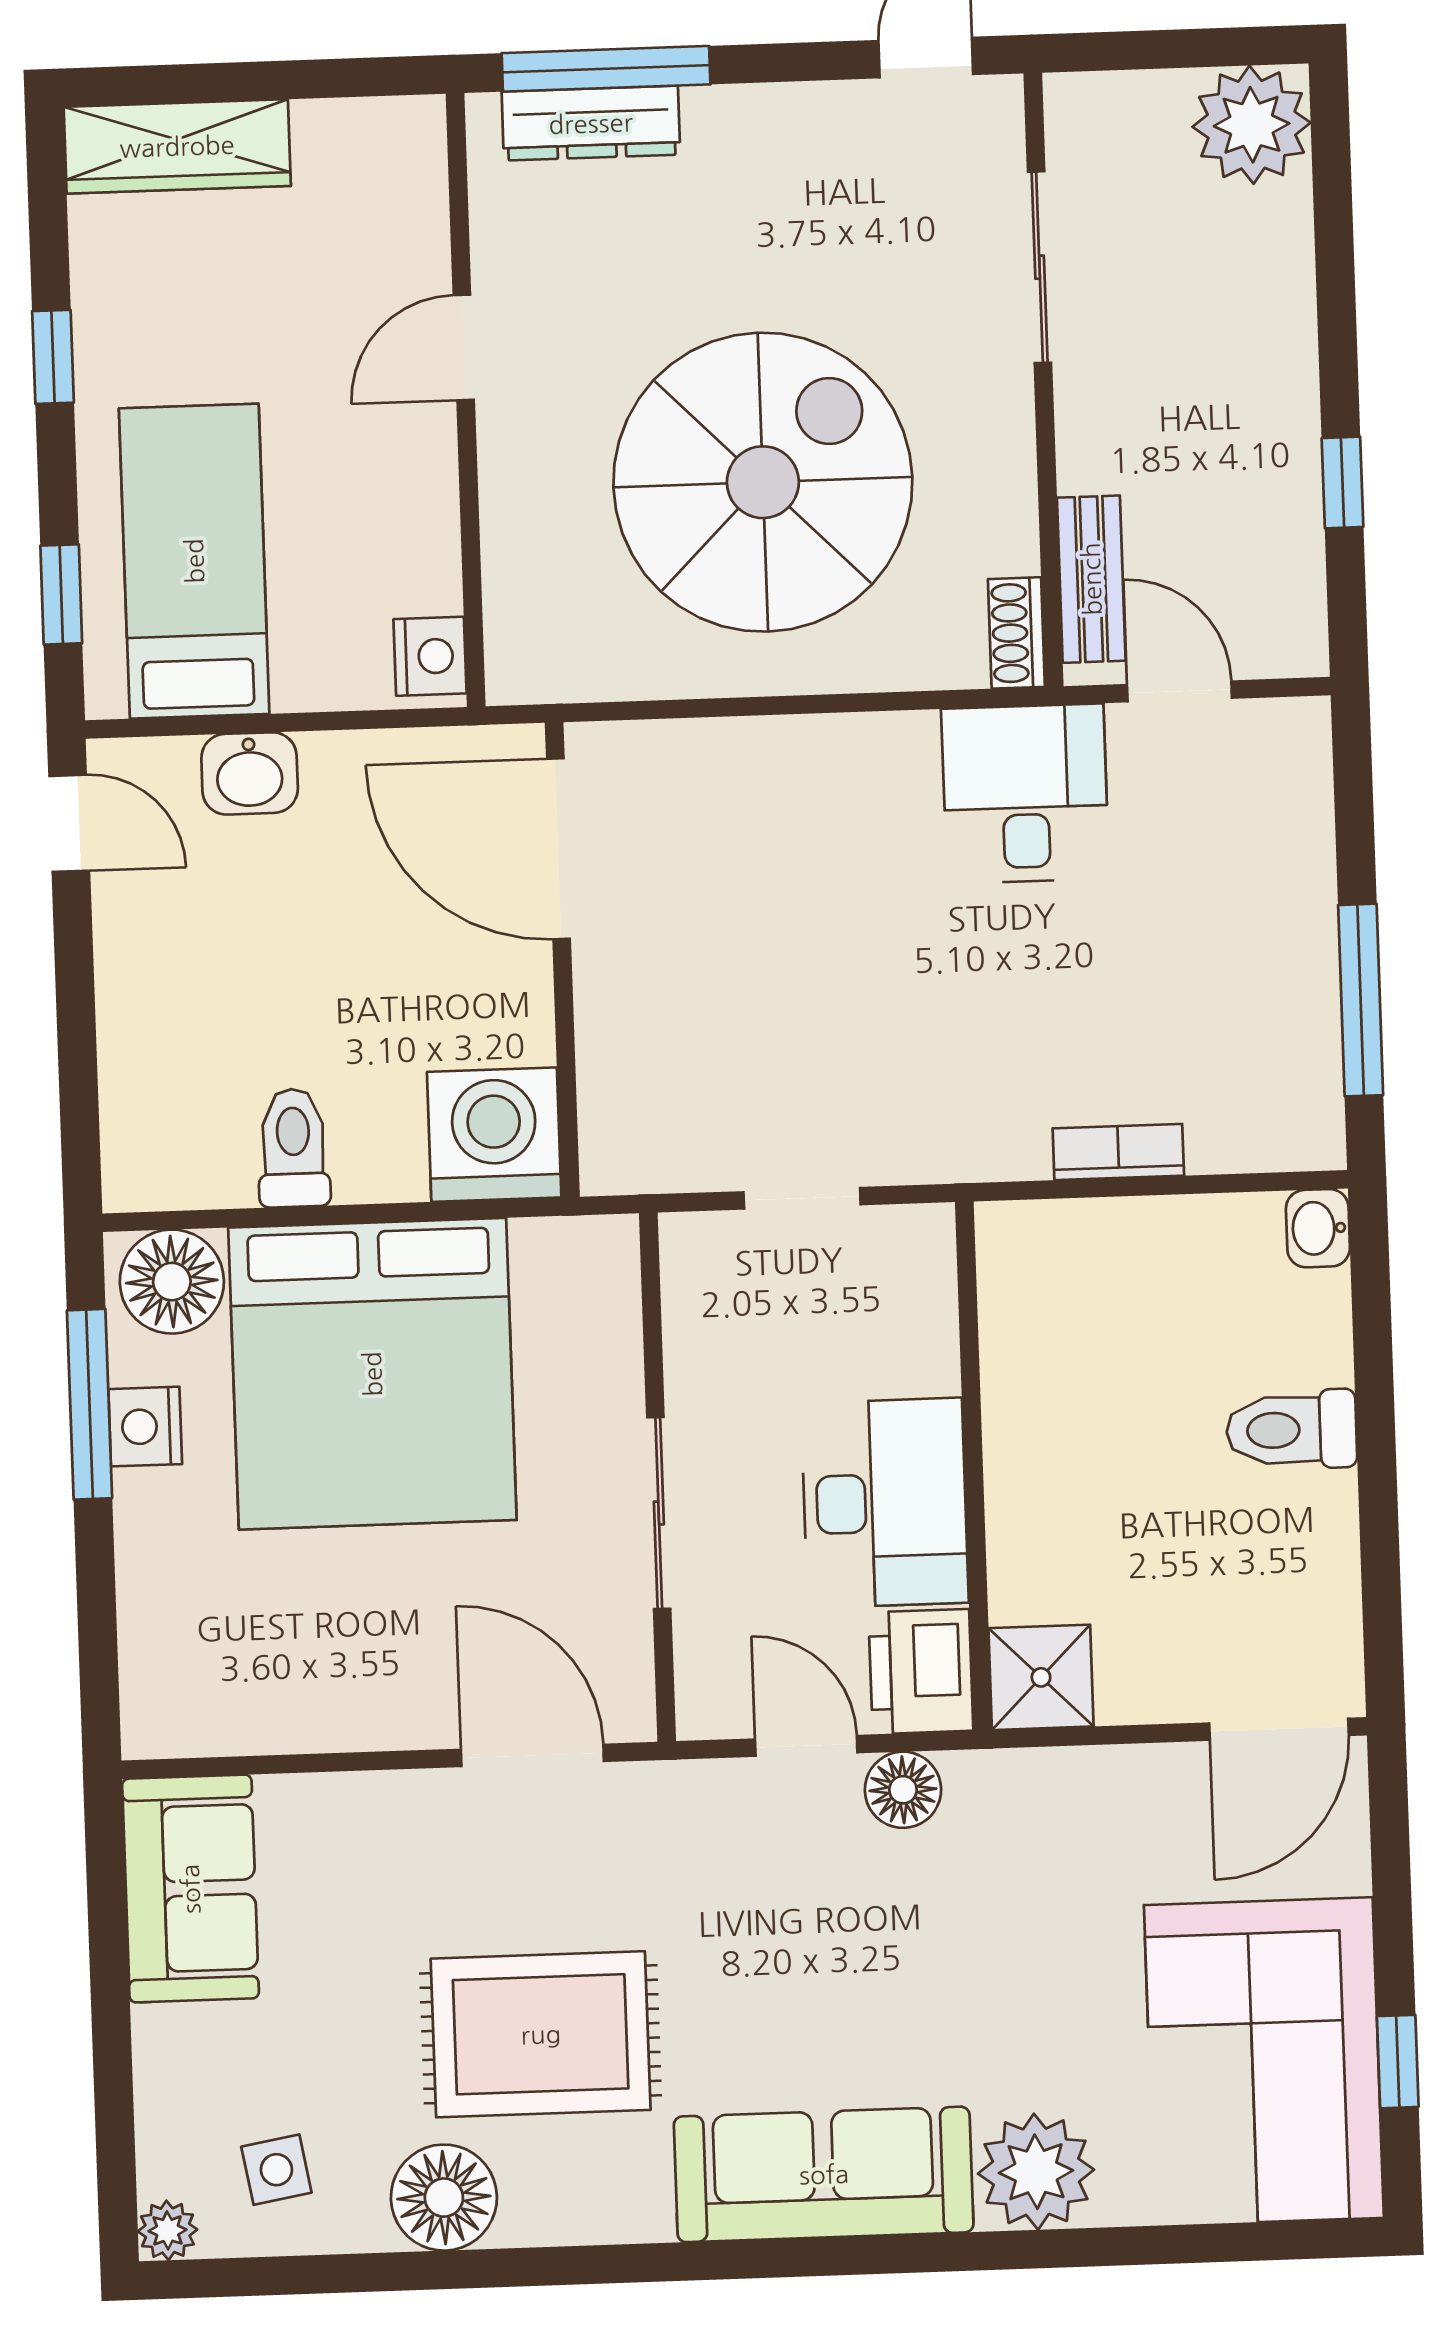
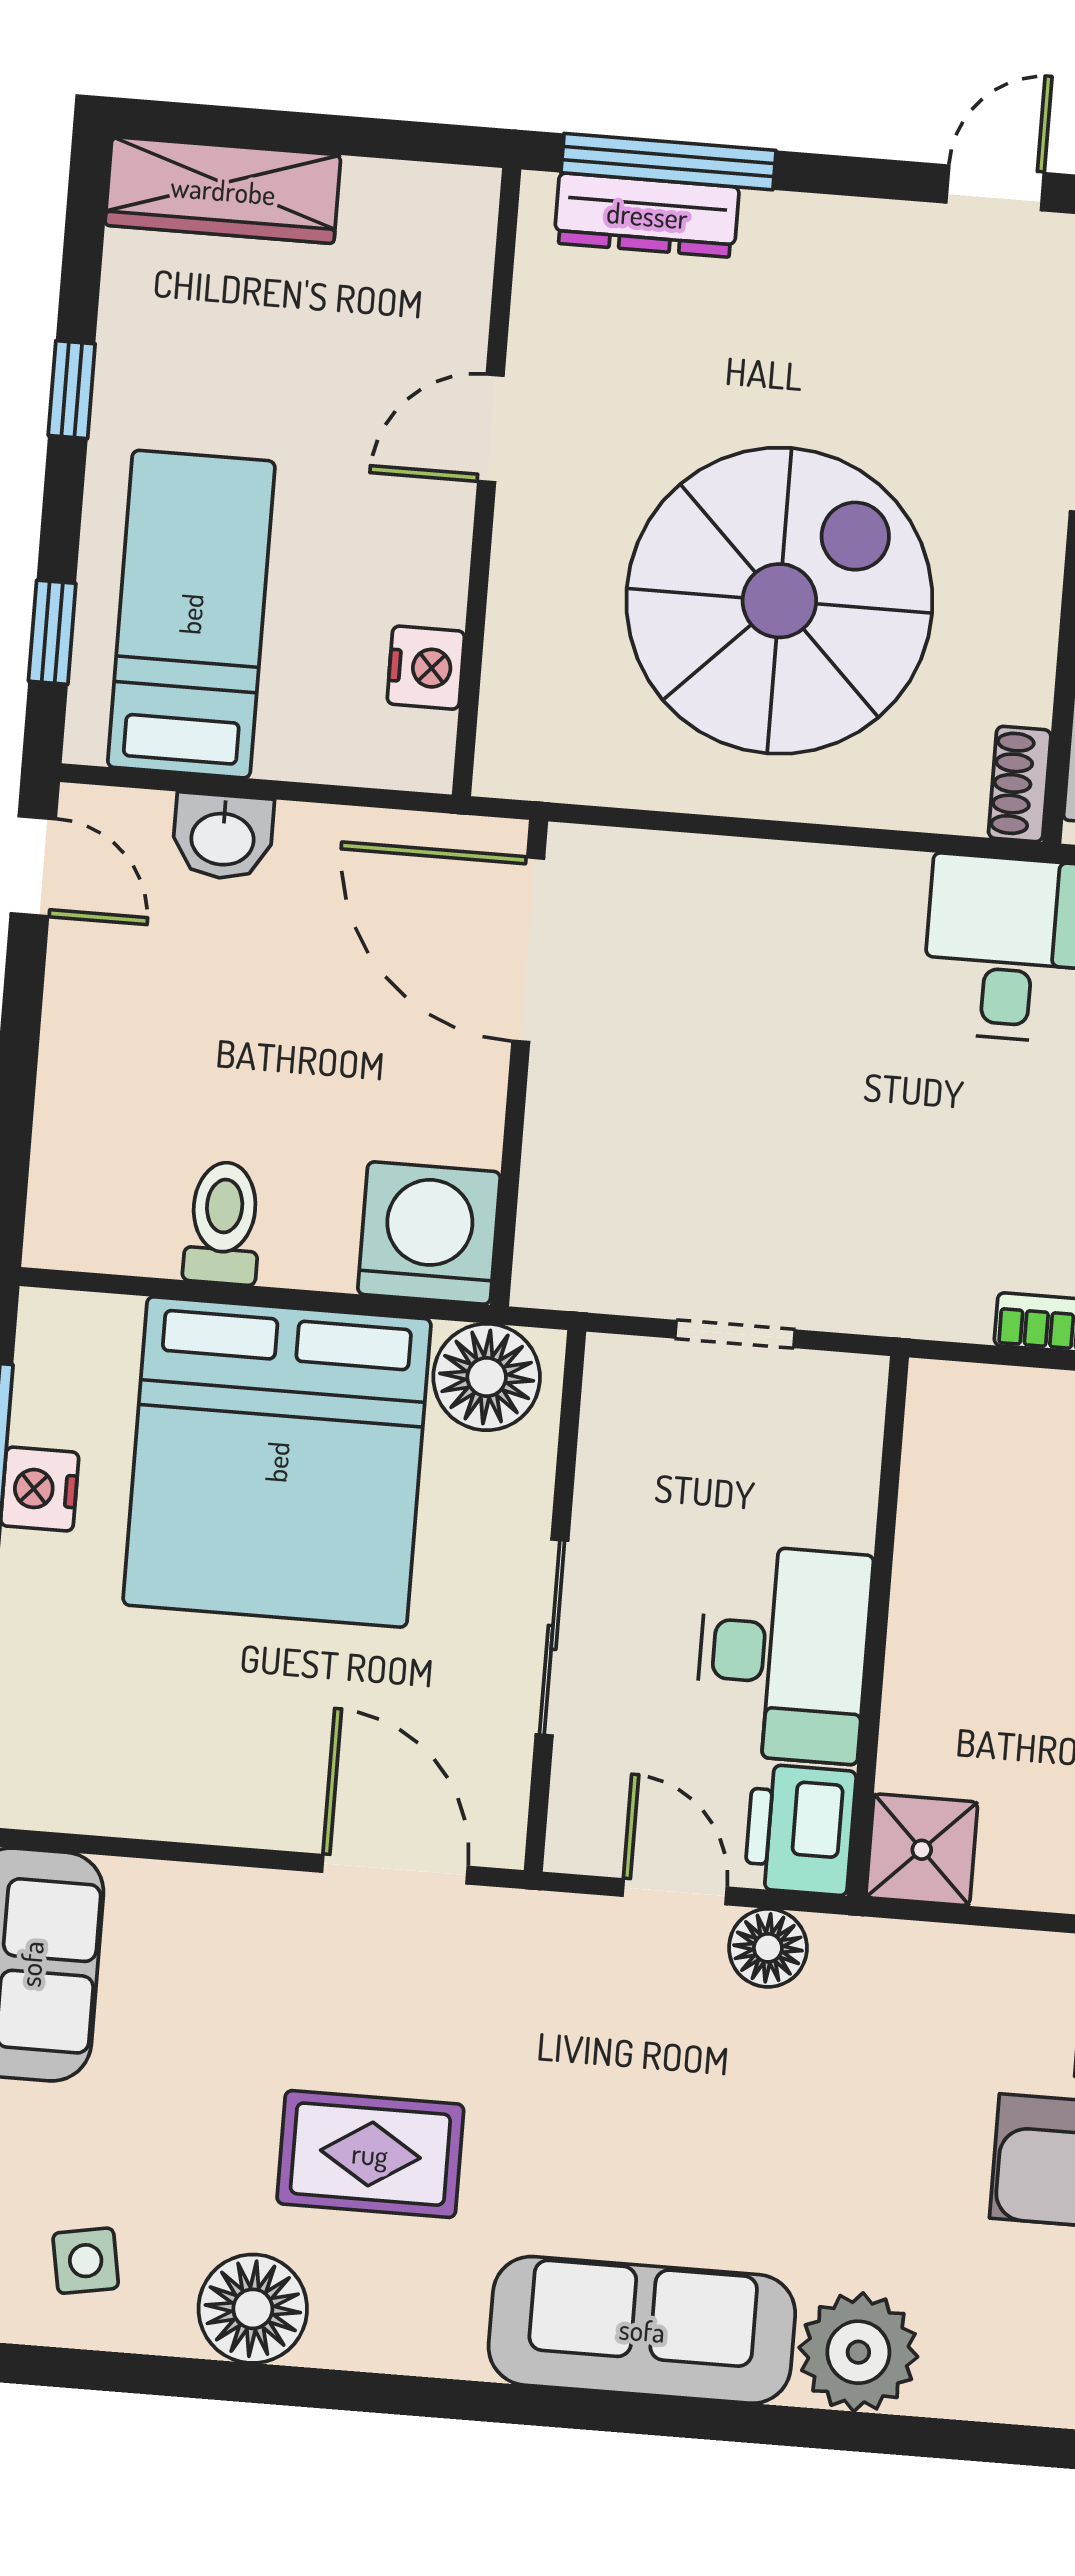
nightstand: (430, 656) -> (426, 668), moved
floor lamp: (172, 1282) -> (487, 1377), moved
rug: (541, 2034) -> (370, 2154), width x0.73, depth x0.70

